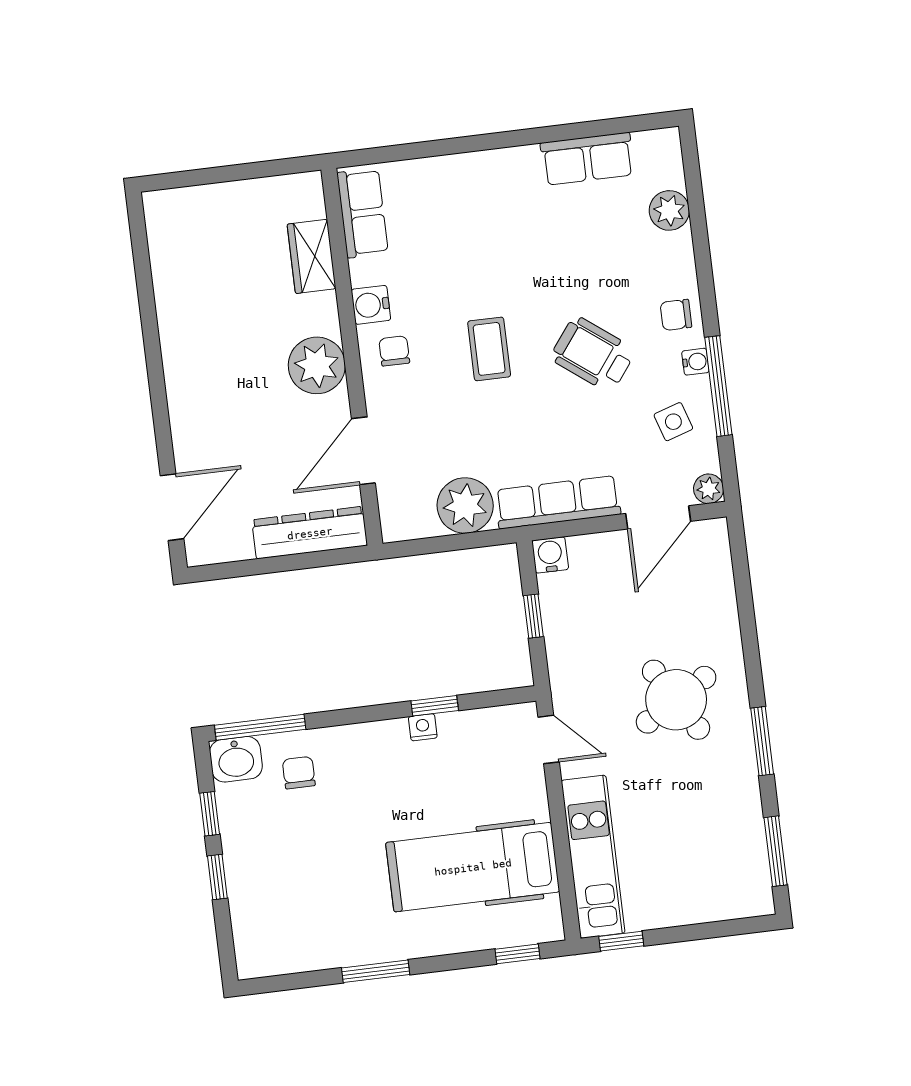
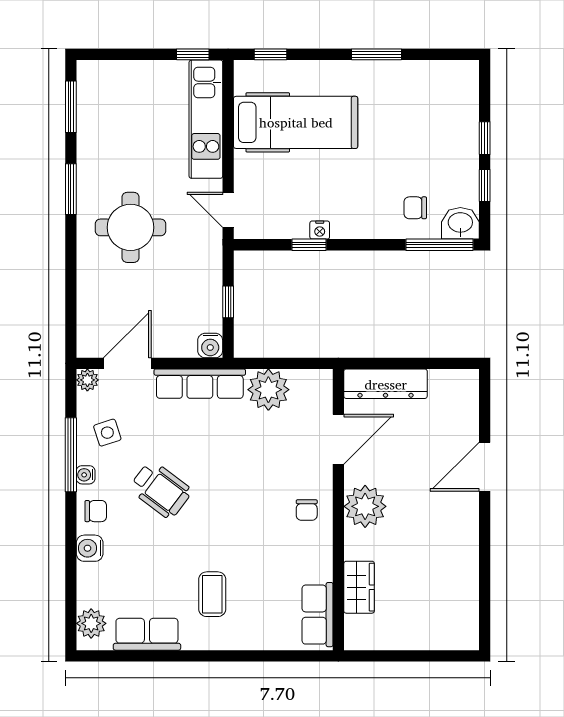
plant: (669, 210) -> (91, 623), moved
water cooler: (371, 305) -> (90, 548), moved, turned 180
coffee table: (489, 349) -> (212, 594), moved
door: (172, 507) -> (485, 467), moved
round table: (676, 700) -> (131, 227), turned 31
chair: (299, 773) -> (415, 208), turned 90

